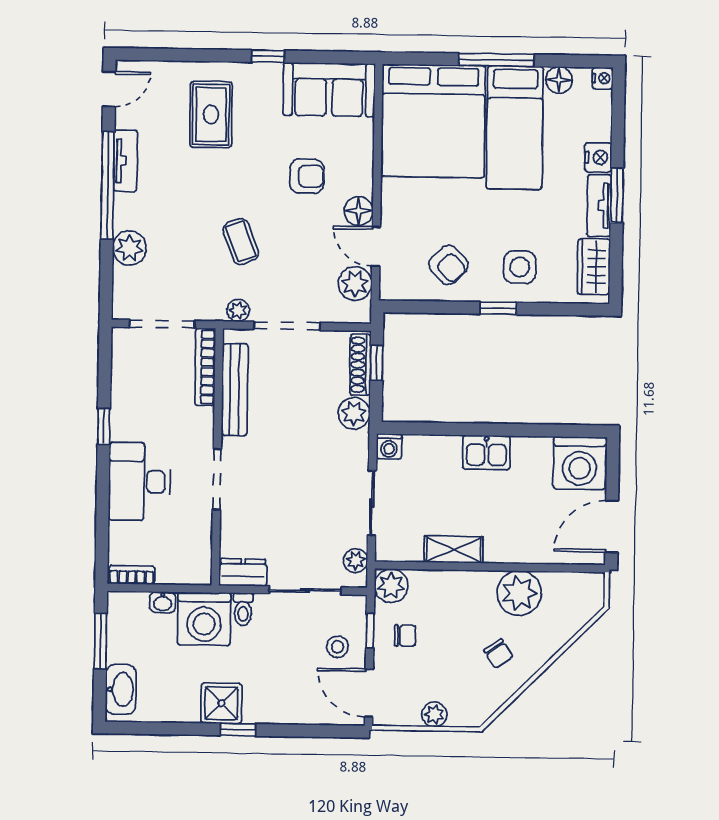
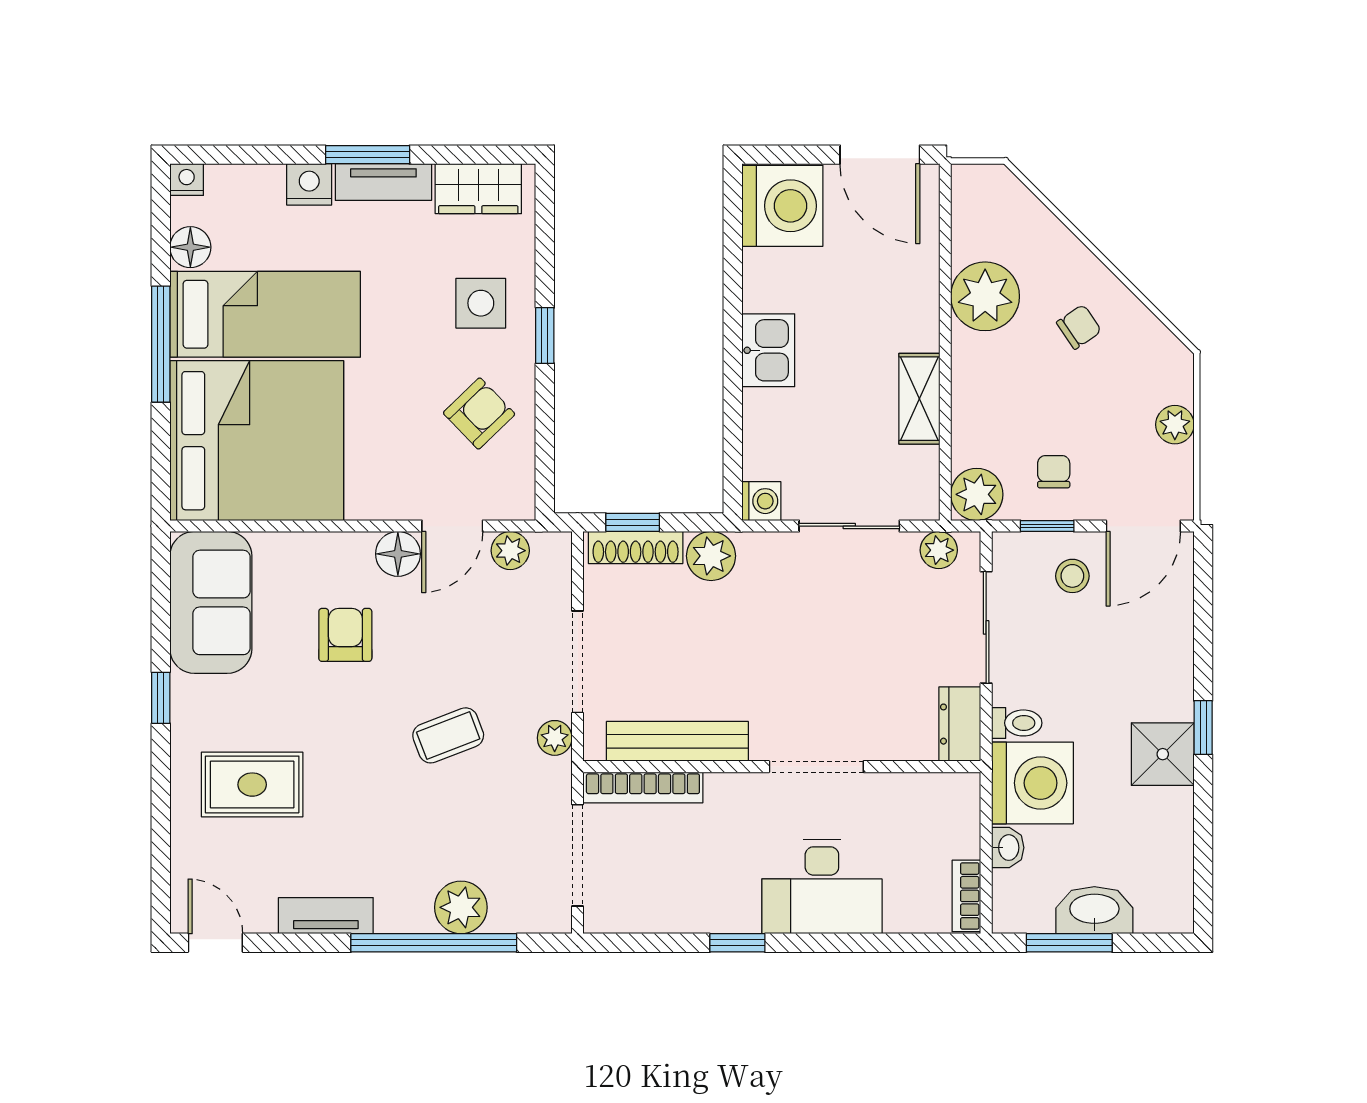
window: (108, 185) -> (434, 943), moved
plant: (355, 284) -> (510, 551), width x0.73, depth x0.73
washbasin: (121, 689) -> (1094, 910), moved

